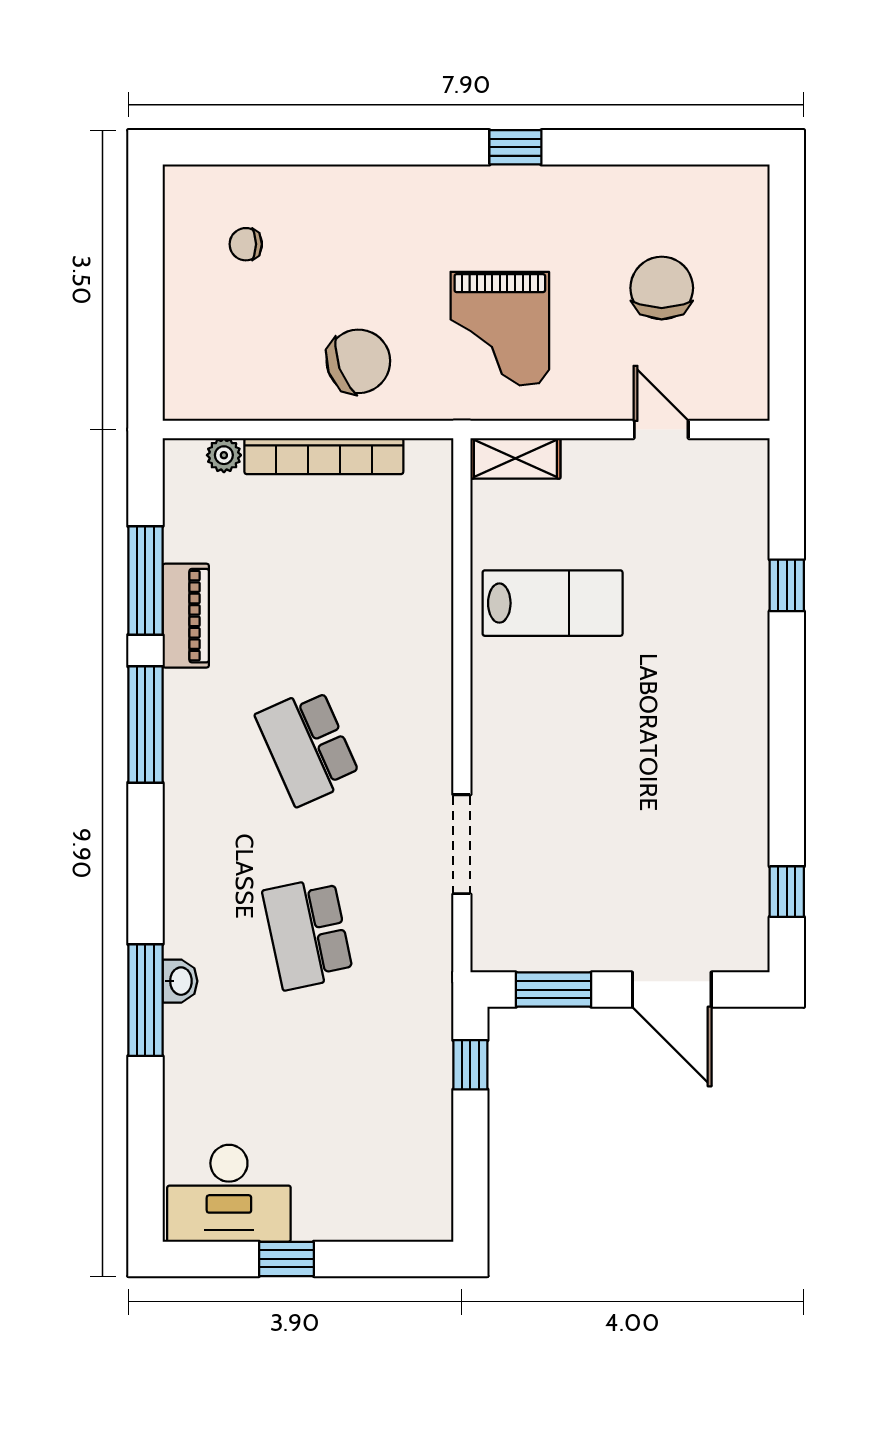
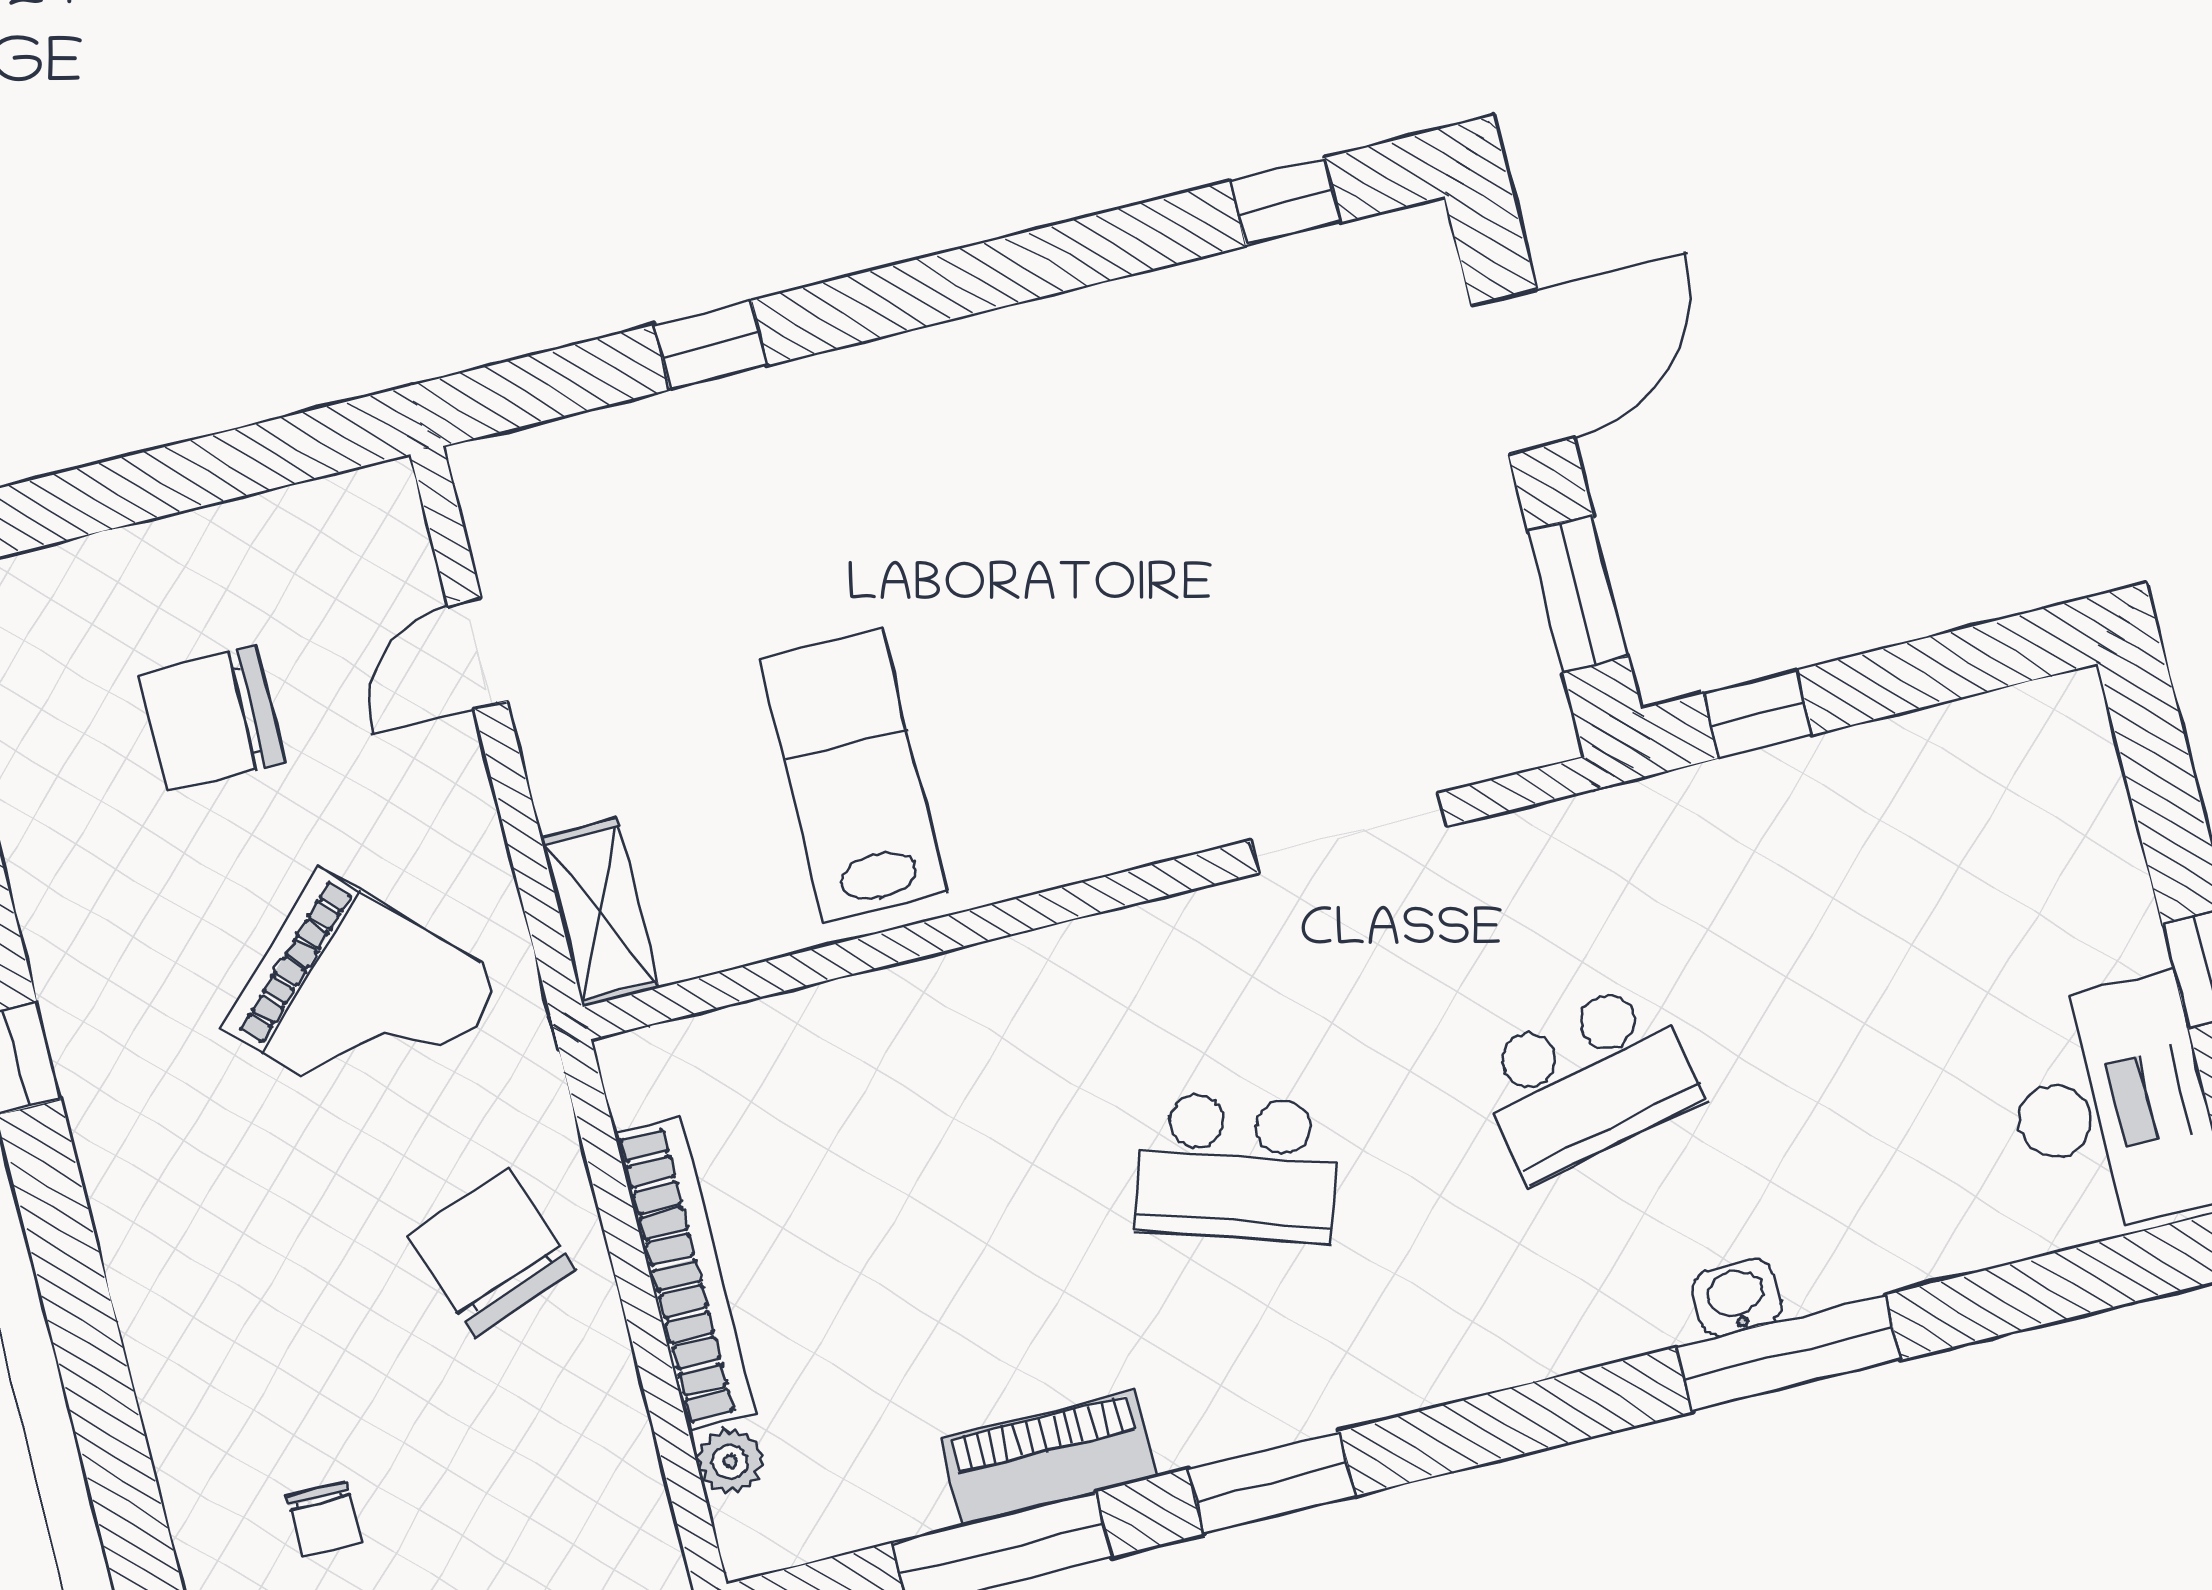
grand piano: (500, 329) -> (364, 1003), turned 45
window: (145, 725) -> (1272, 1482), width x0.69
school desk: (308, 747) -> (1237, 1168), turned 42

